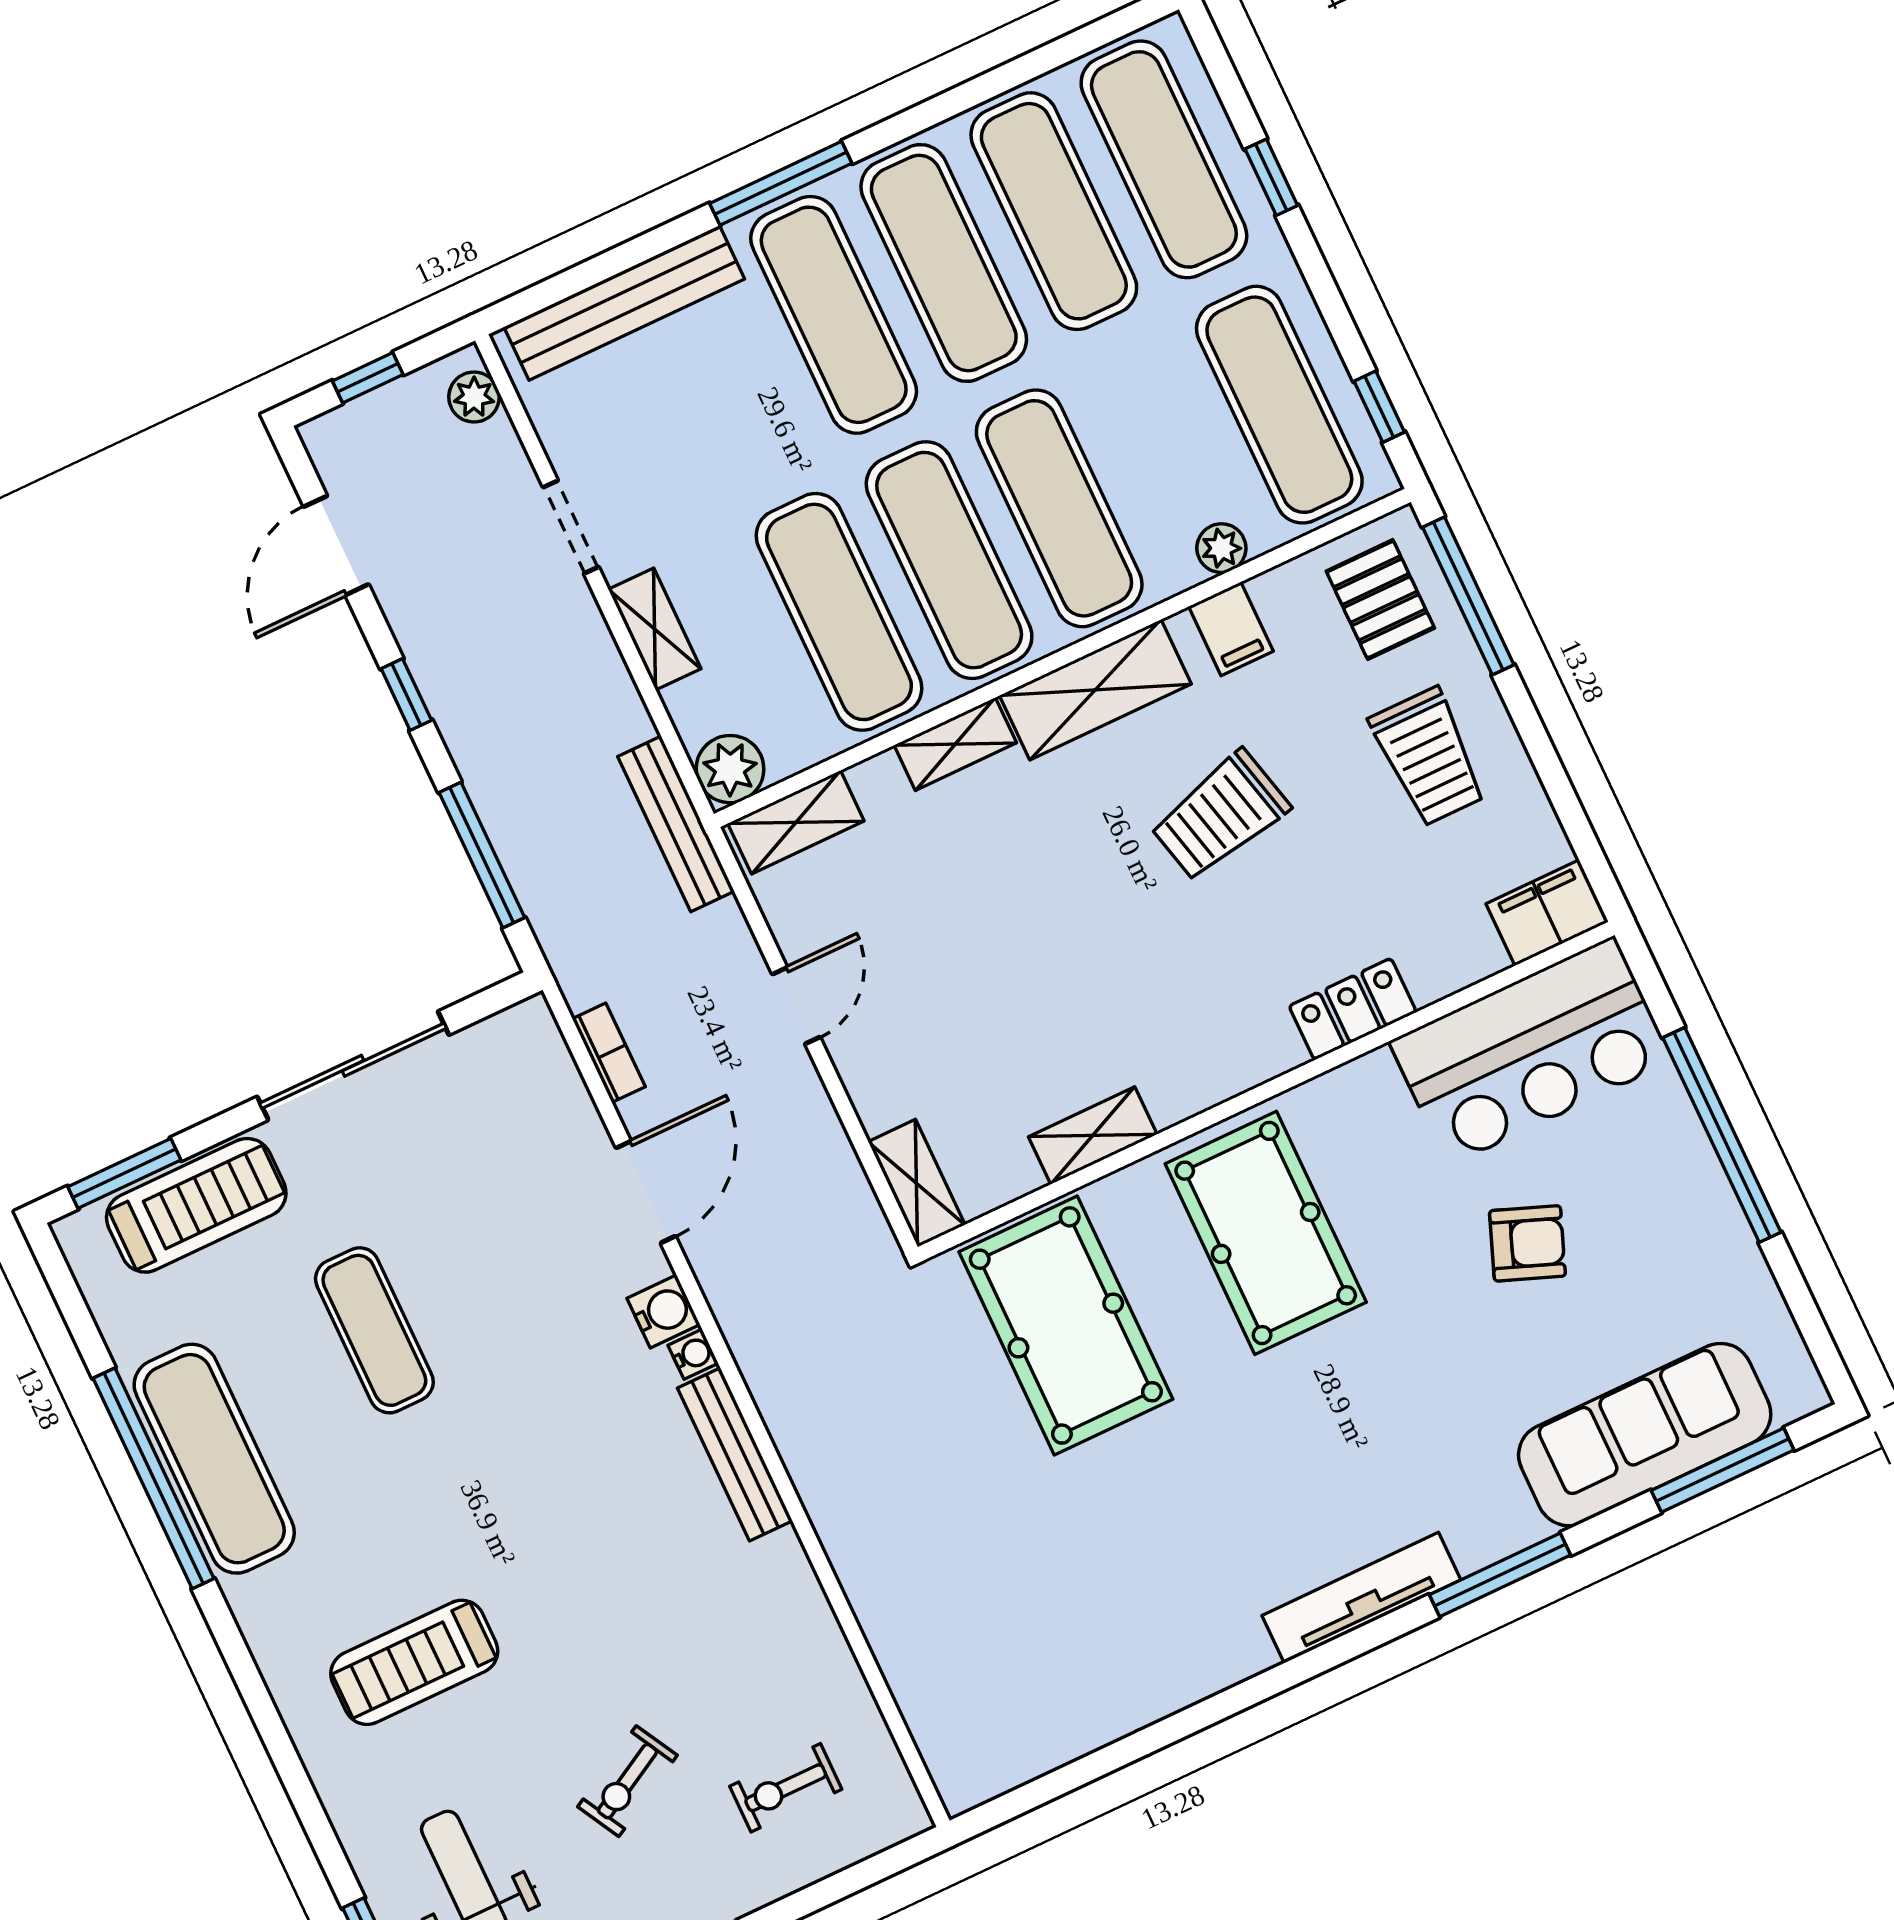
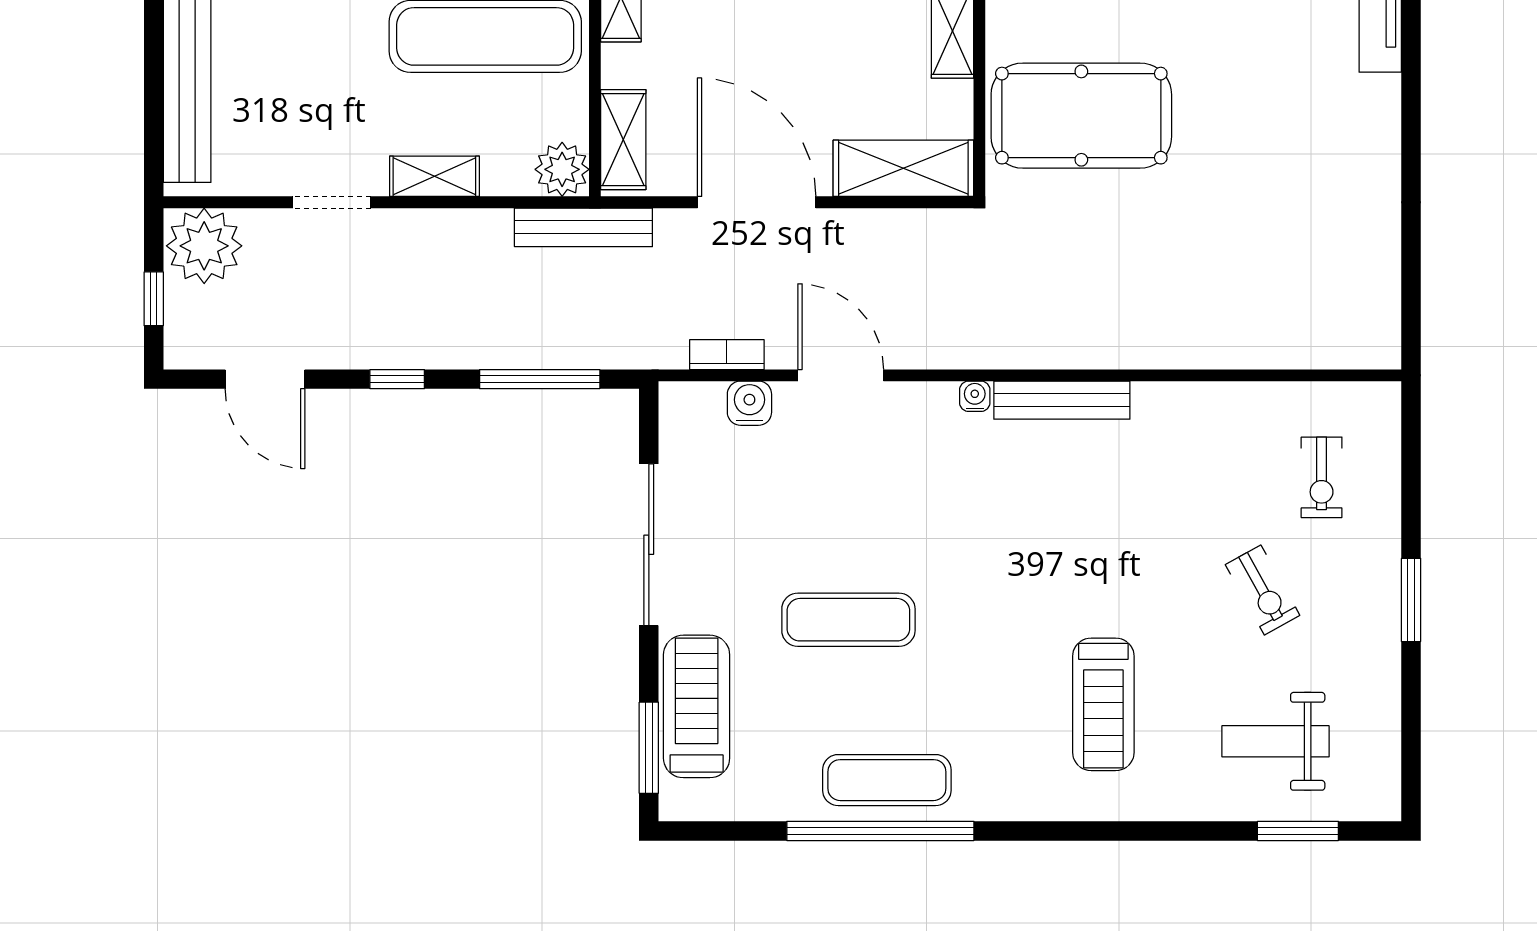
plant: (474, 397) -> (204, 246), width x1.87, depth x1.87
door: (796, 1006) -> (757, 202), width x1.87
shelving: (917, 1183) -> (903, 168), width x1.50, depth x1.33
water cooler: (663, 1311) -> (749, 403), moved
exercise mat: (214, 1459) -> (887, 780), width x0.73, depth x0.69

